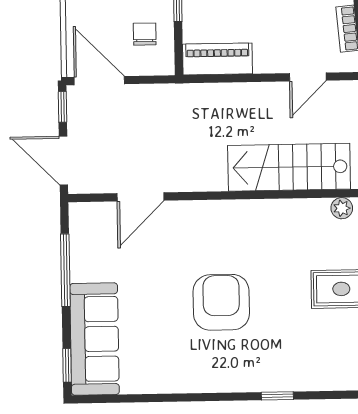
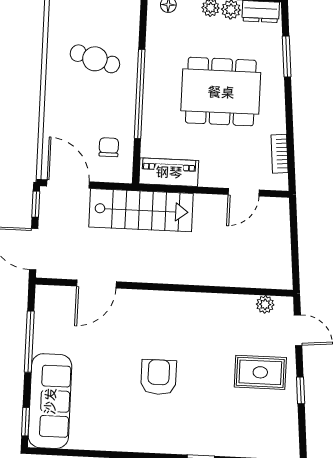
stairs: (289, 167) -> (141, 210), moved, turned 180
armchair: (221, 302) -> (159, 377), width x0.73, depth x0.73

